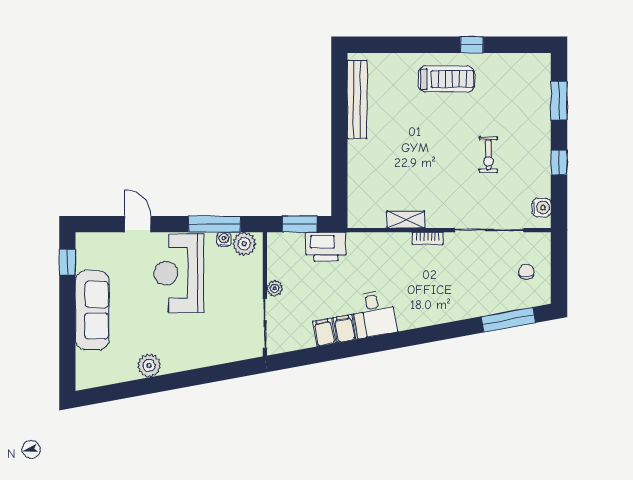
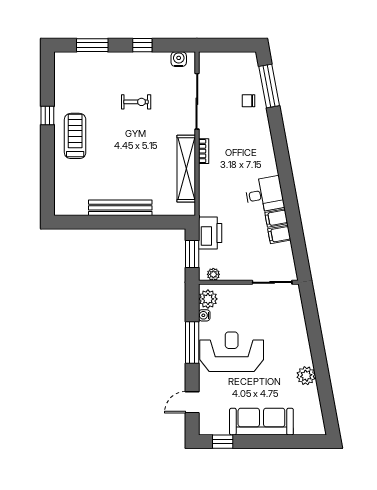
bench: (357, 99) -> (120, 208), moved
shelving: (406, 220) -> (186, 169), width x2.20, depth x1.33
door: (138, 224) -> (192, 402), moved
window: (215, 224) -> (192, 343), moved
chair: (526, 272) -> (249, 101), moved
reception desk: (179, 273) -> (232, 352), turned 180
plant: (275, 288) -> (213, 274), moved

